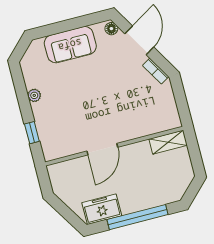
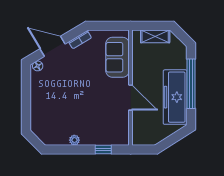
sofa: (70, 45) -> (117, 57), moved, turned 180
shelving: (168, 142) -> (155, 36), moved, turned 90
freezer: (102, 209) -> (175, 97), width x1.91, depth x1.26

